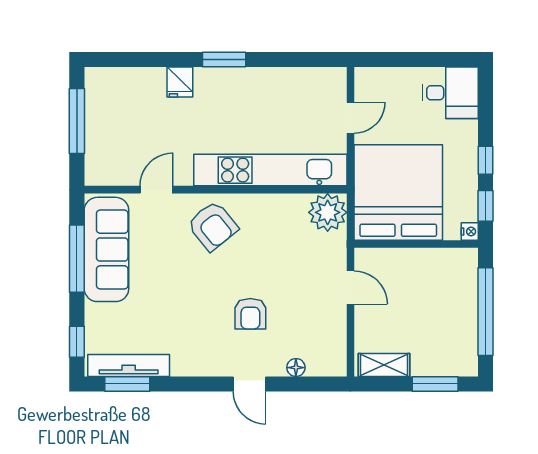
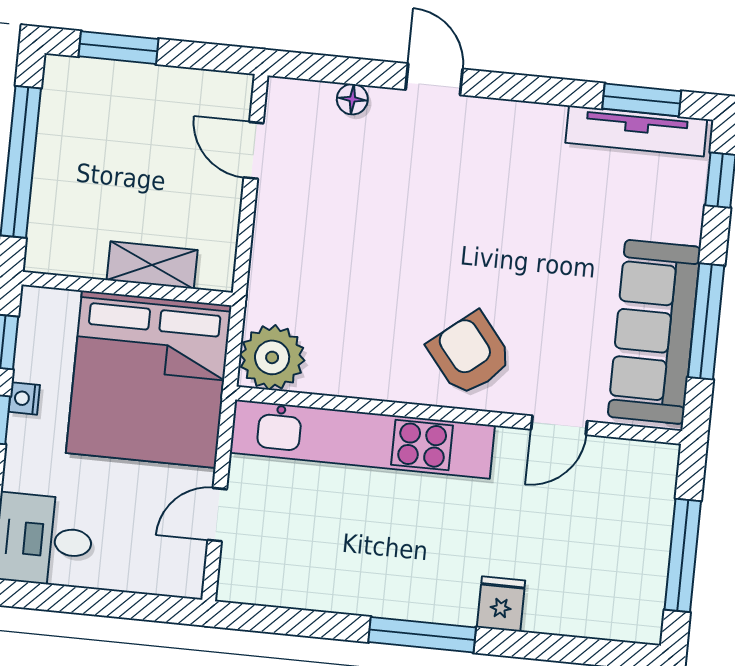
window: (224, 60) -> (422, 635), width x1.44
nightstand: (470, 232) -> (24, 398), moved
door: (350, 287) -> (254, 150), moved
armchair: (250, 314) -> (421, 198), removed
shelving: (384, 365) -> (152, 265), moved

